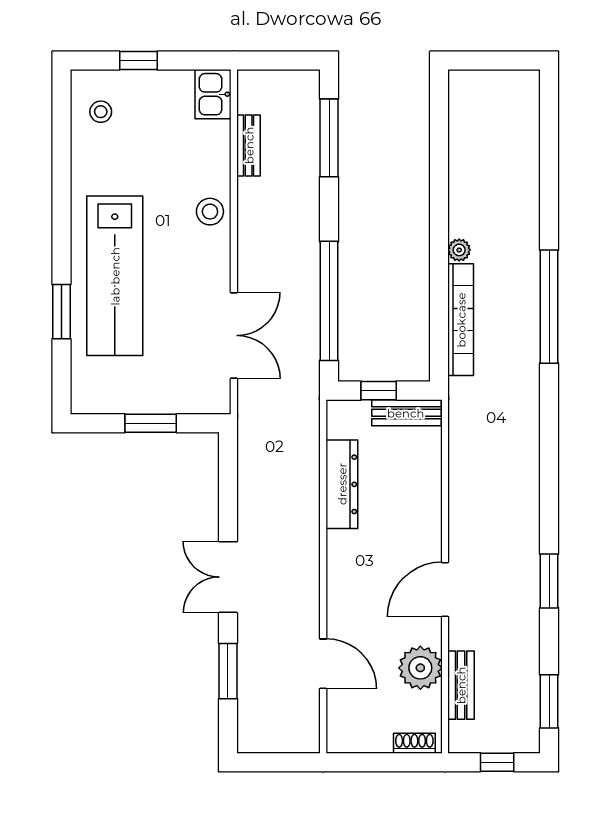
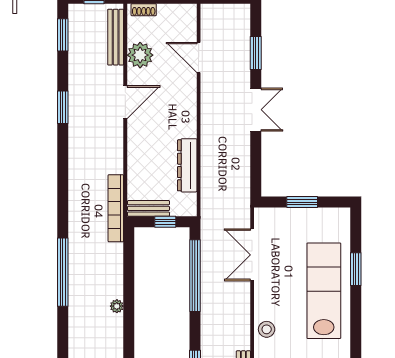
bookcase: (461, 320) -> (116, 208), moved
bench: (461, 685) -> (116, 37), width x1.36

